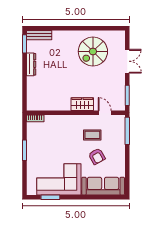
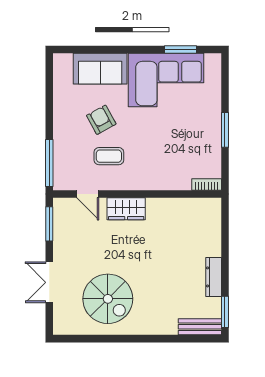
spiral stairs: (93, 51) -> (108, 299), turned 90
sofa: (103, 186) -> (100, 69), width x0.73

